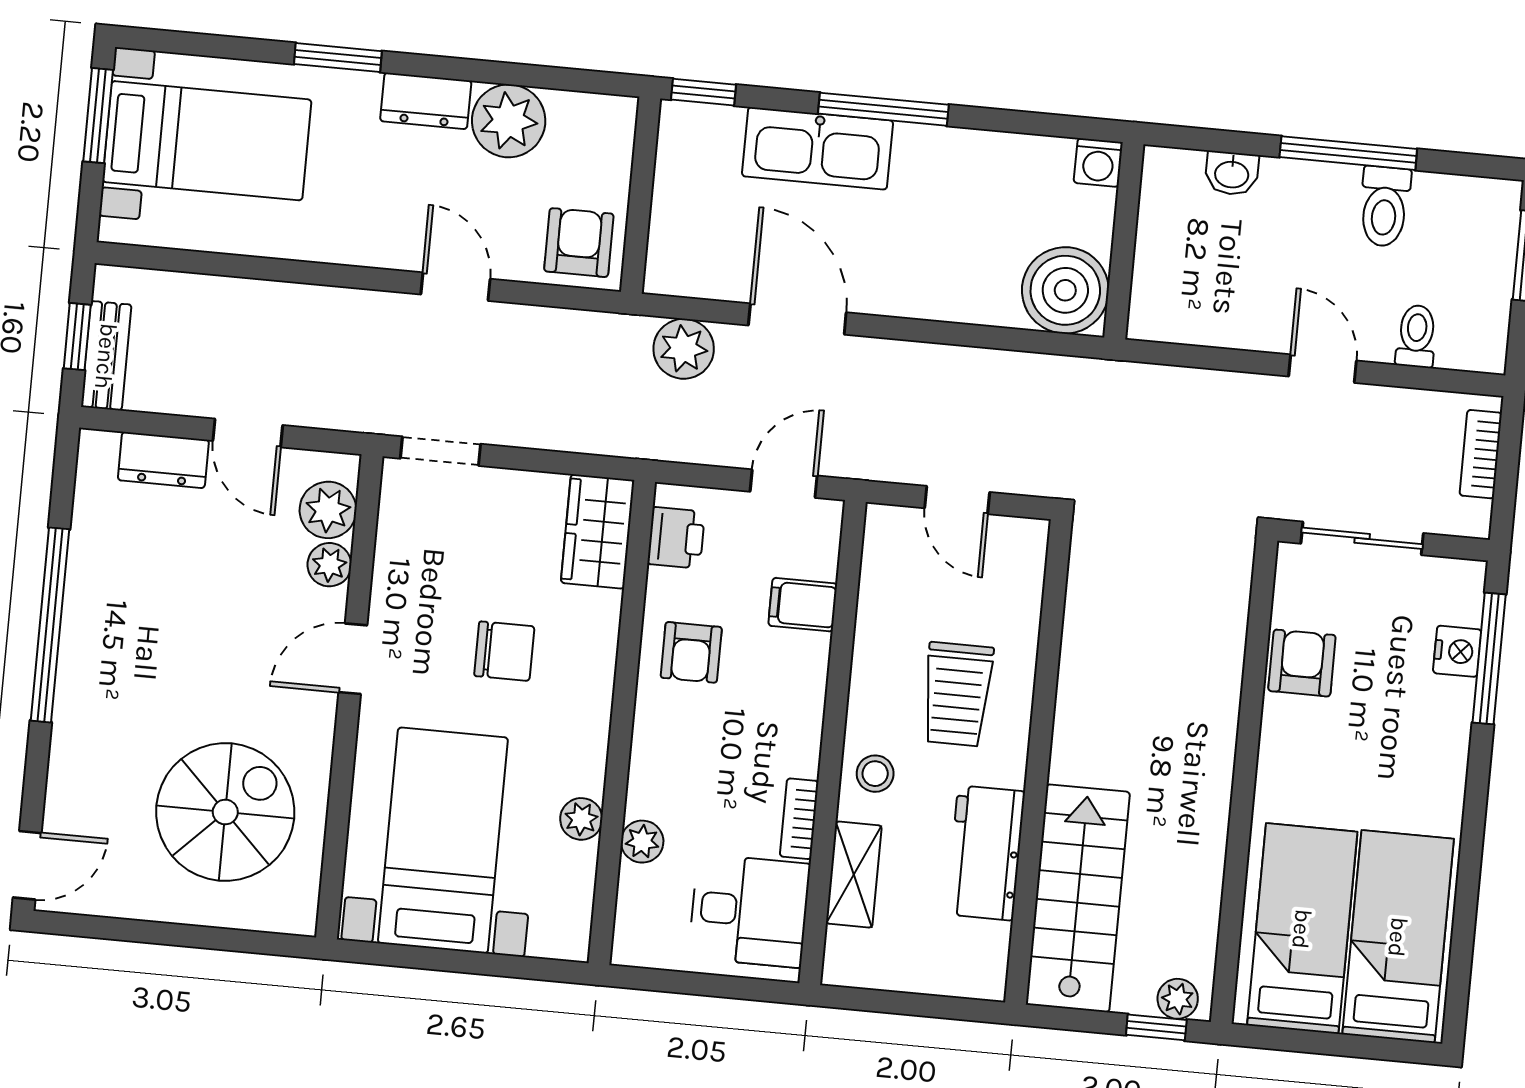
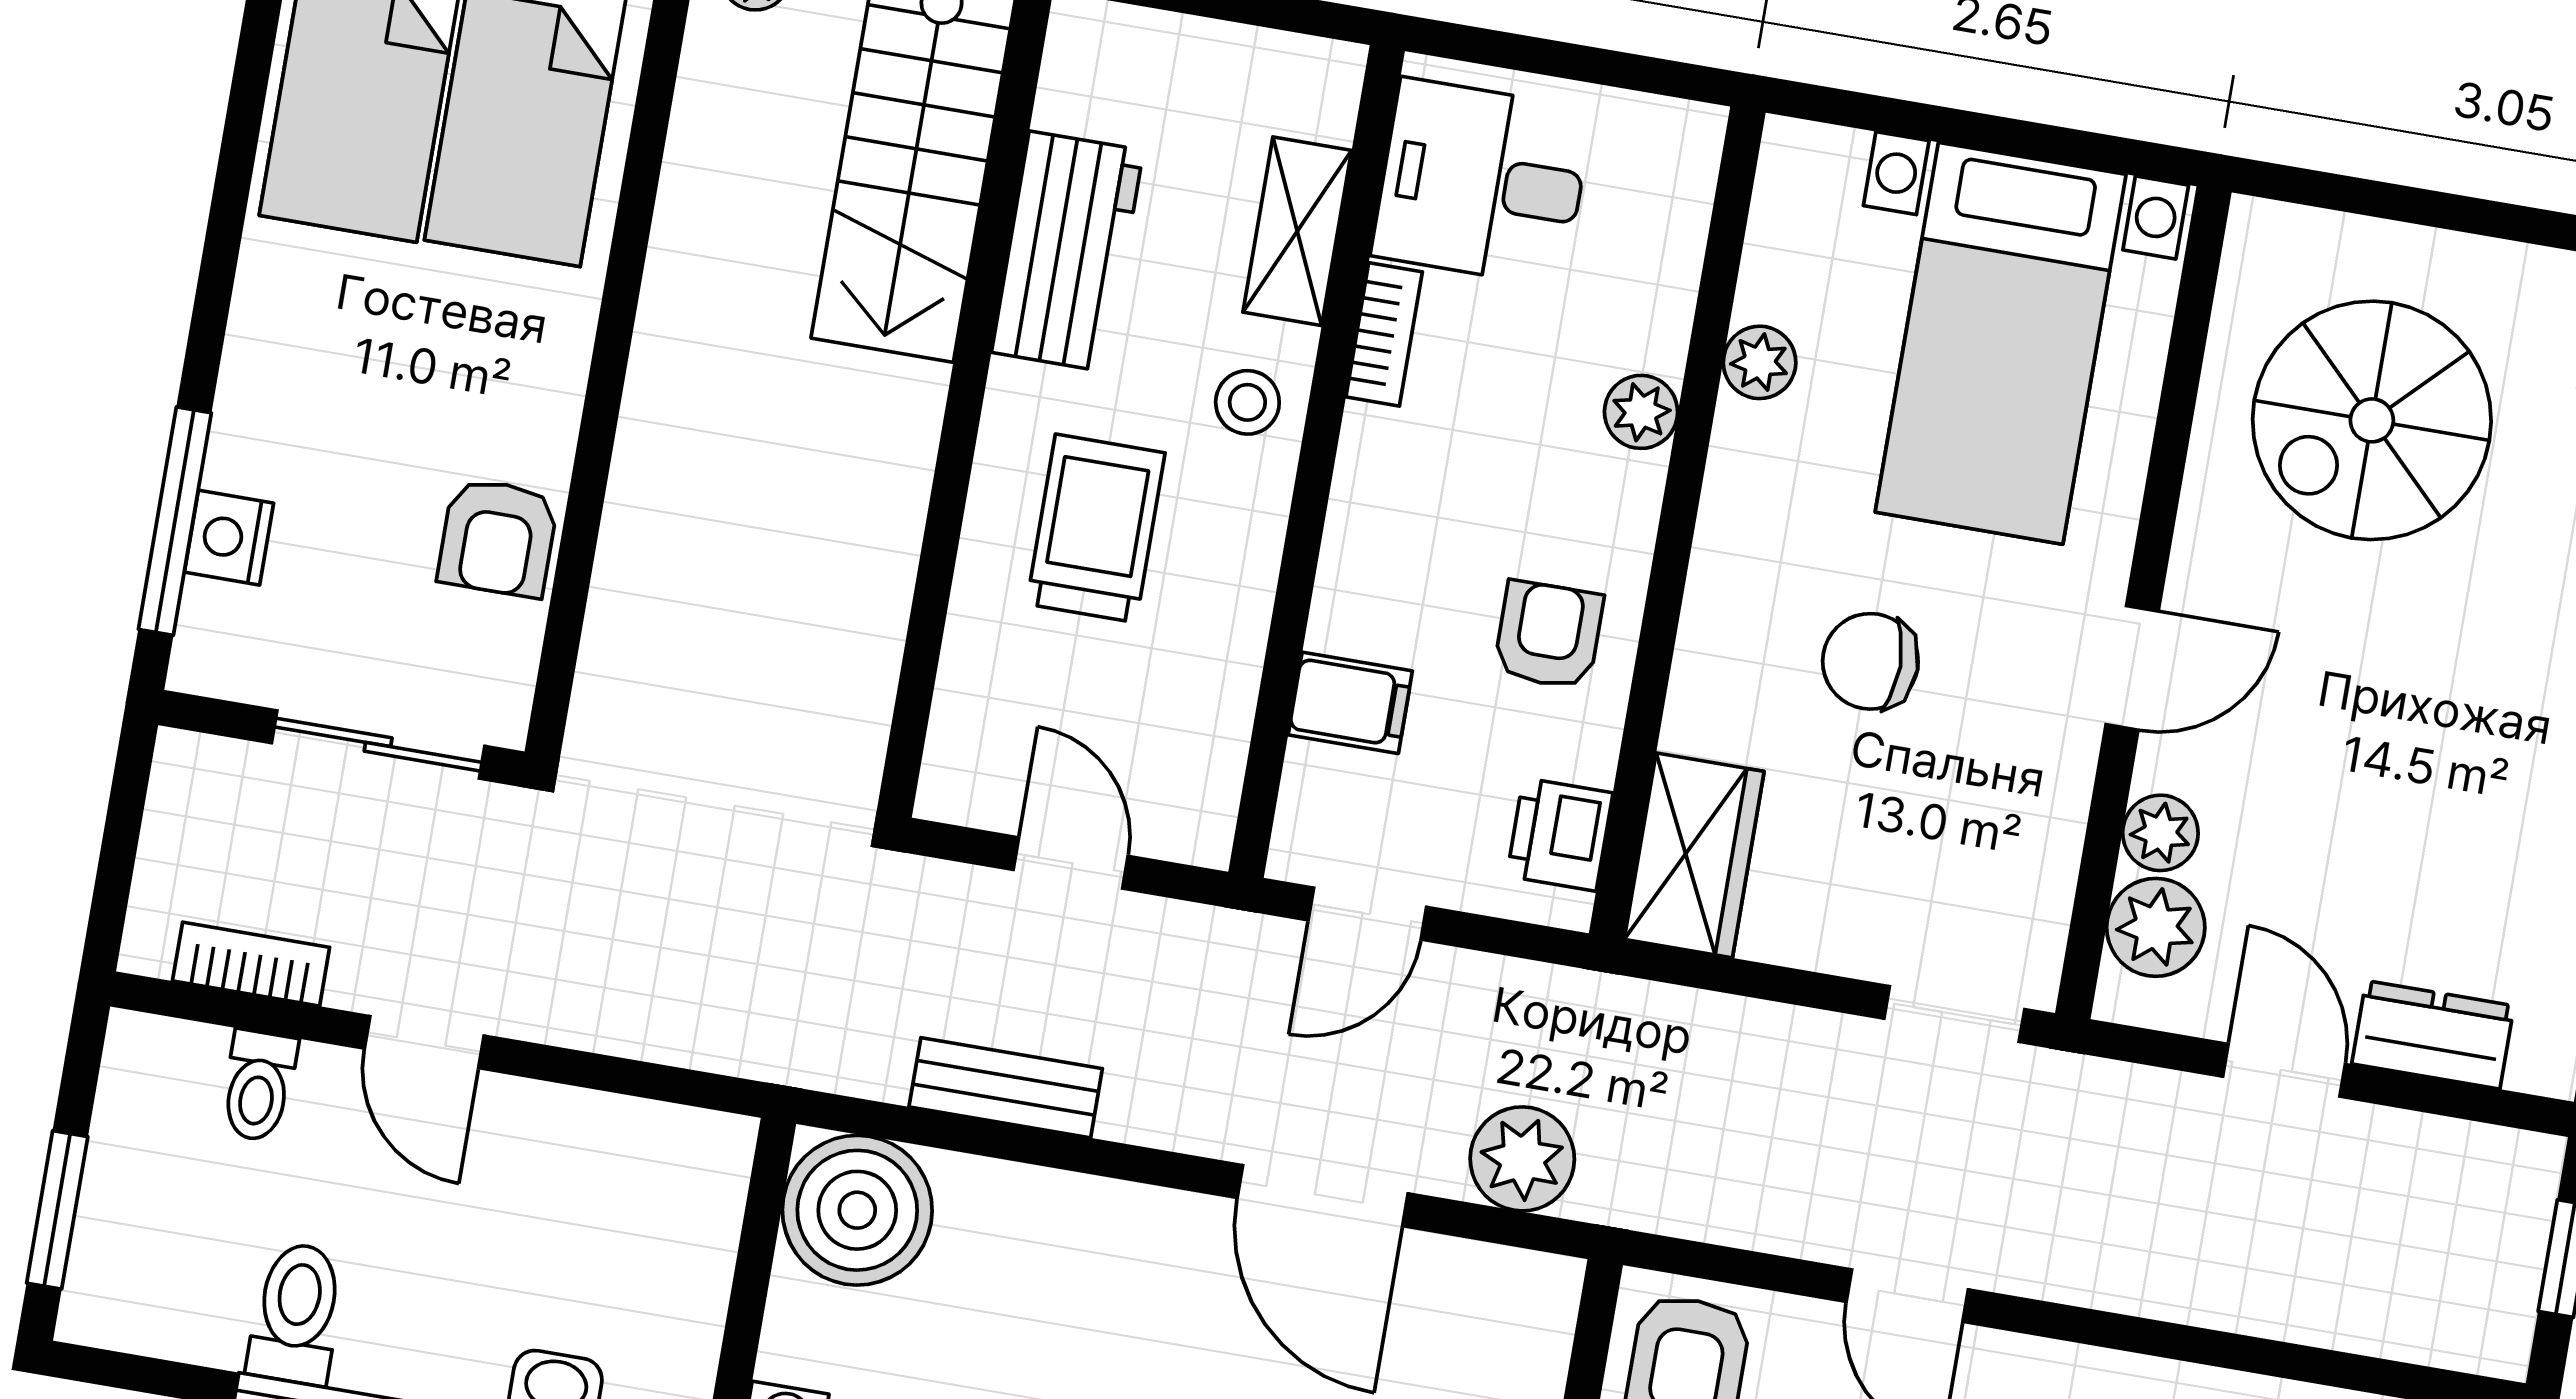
bench: (106, 356) -> (1006, 1088), moved, turned 90
bookcase: (1481, 454) -> (251, 964), moved, turned -90
plant: (642, 842) -> (1641, 412), moved

